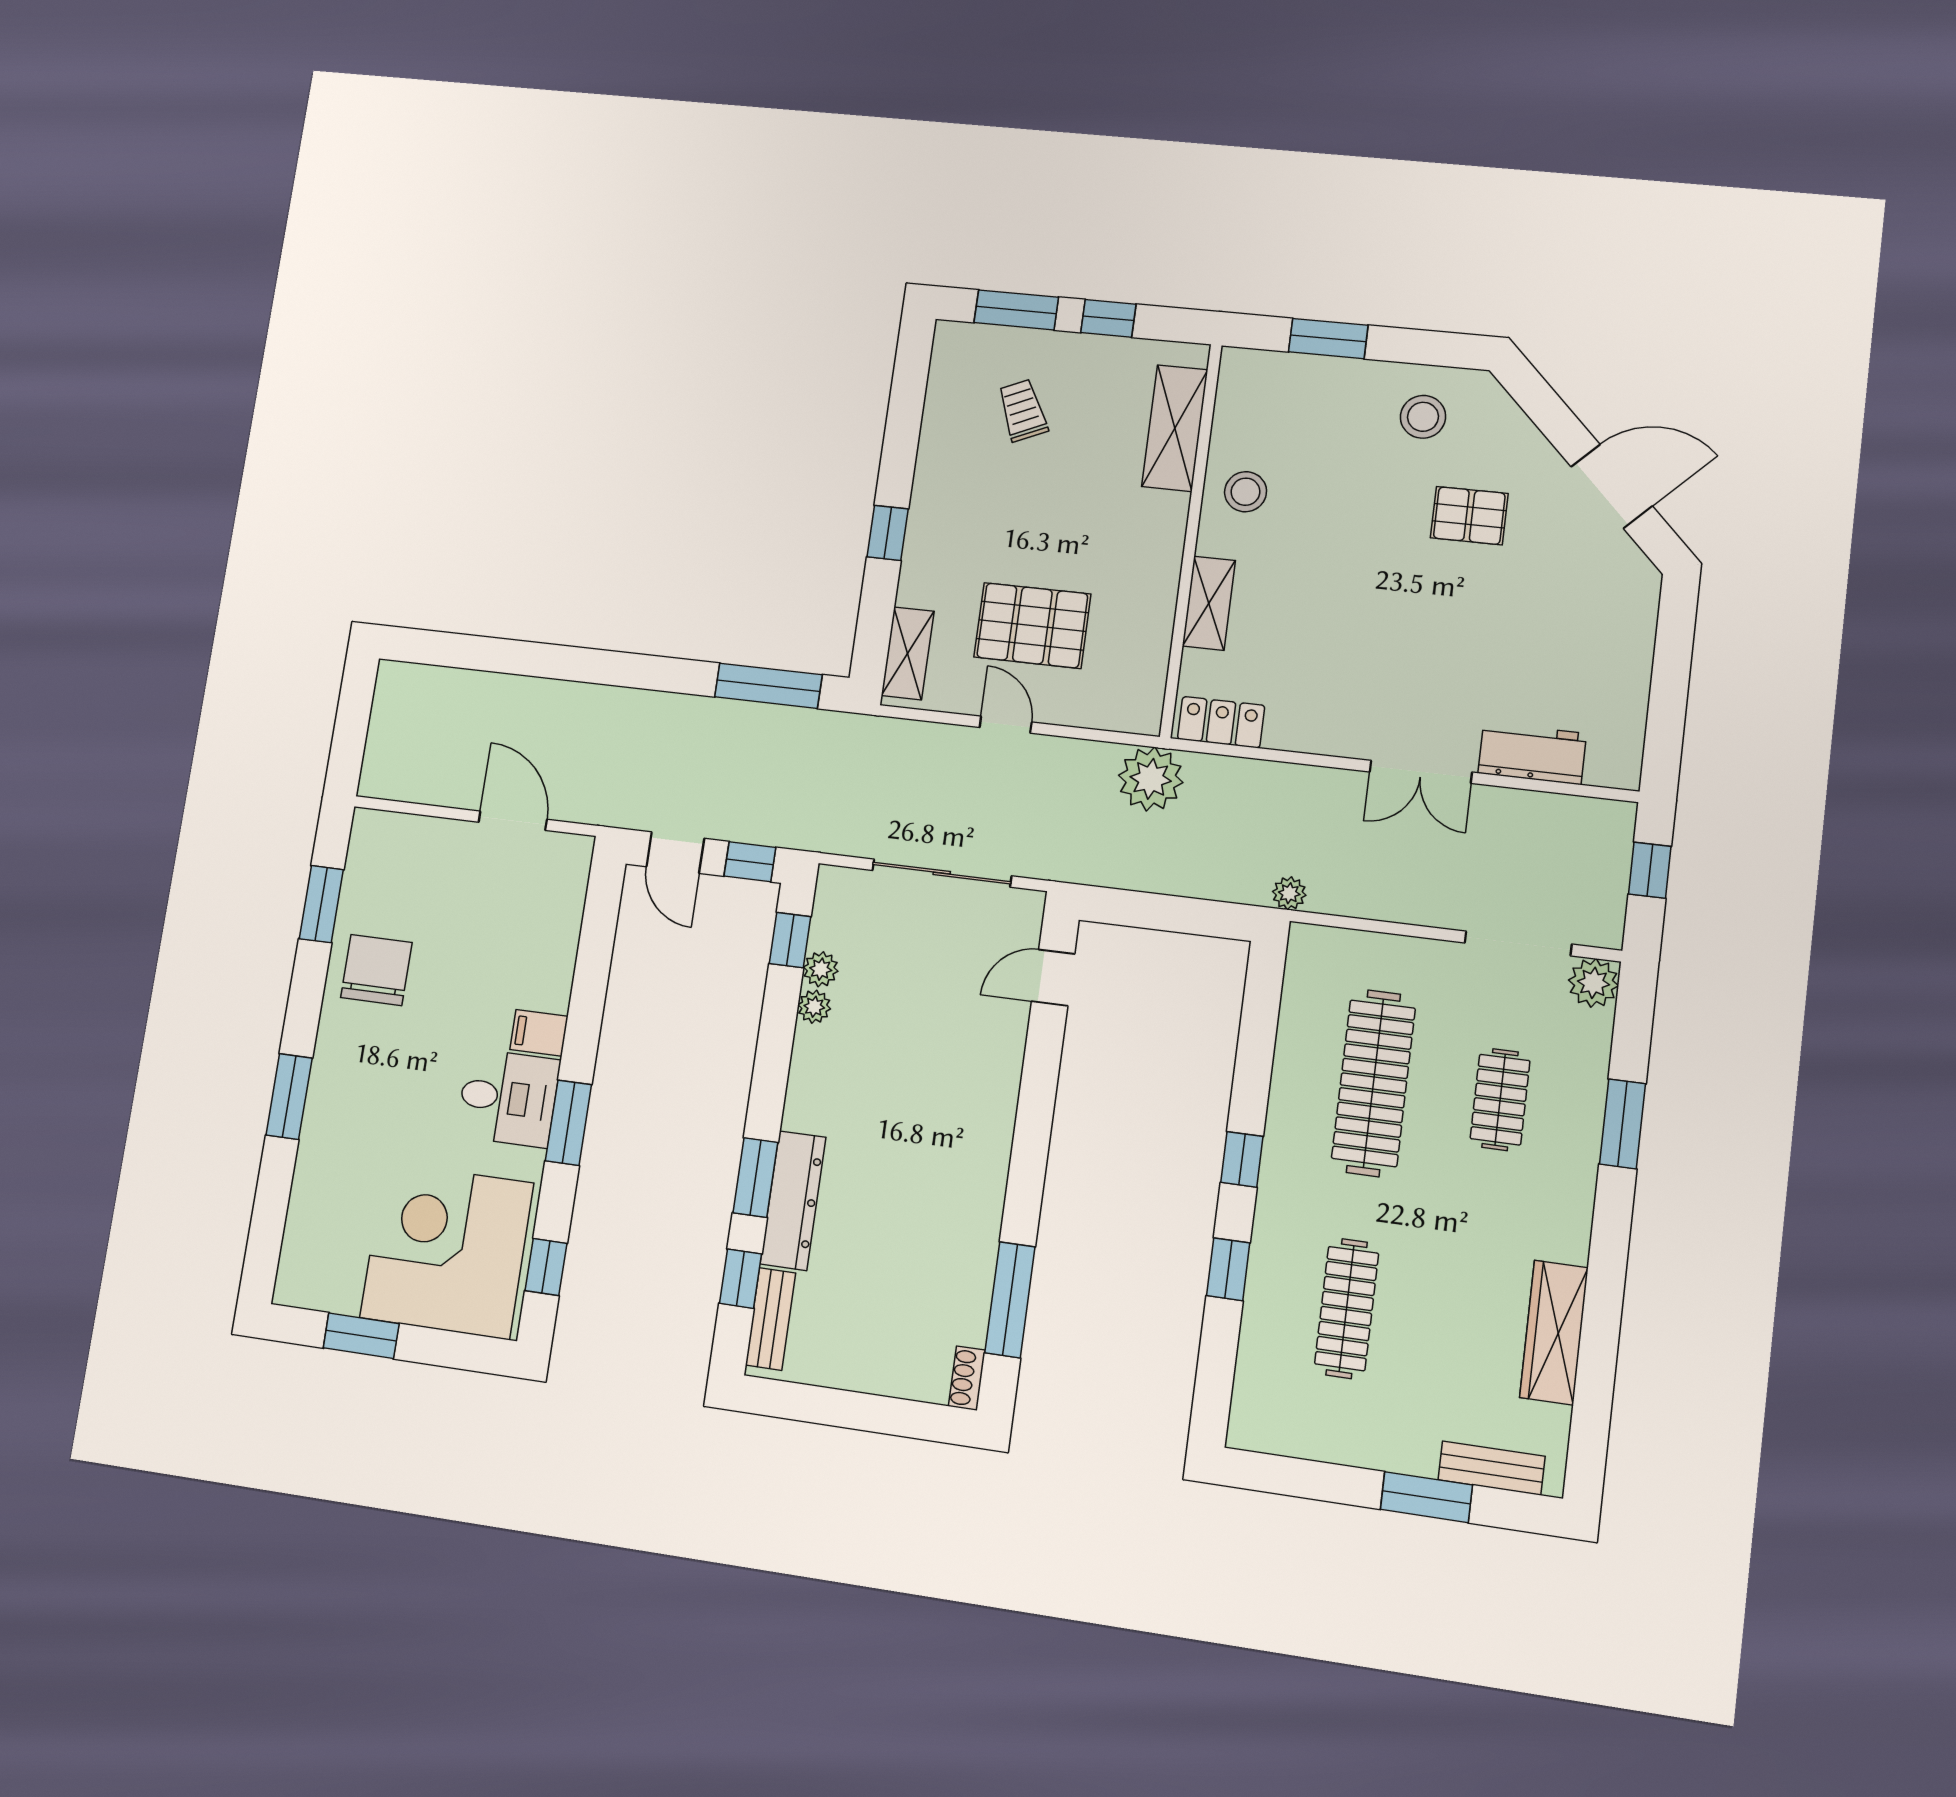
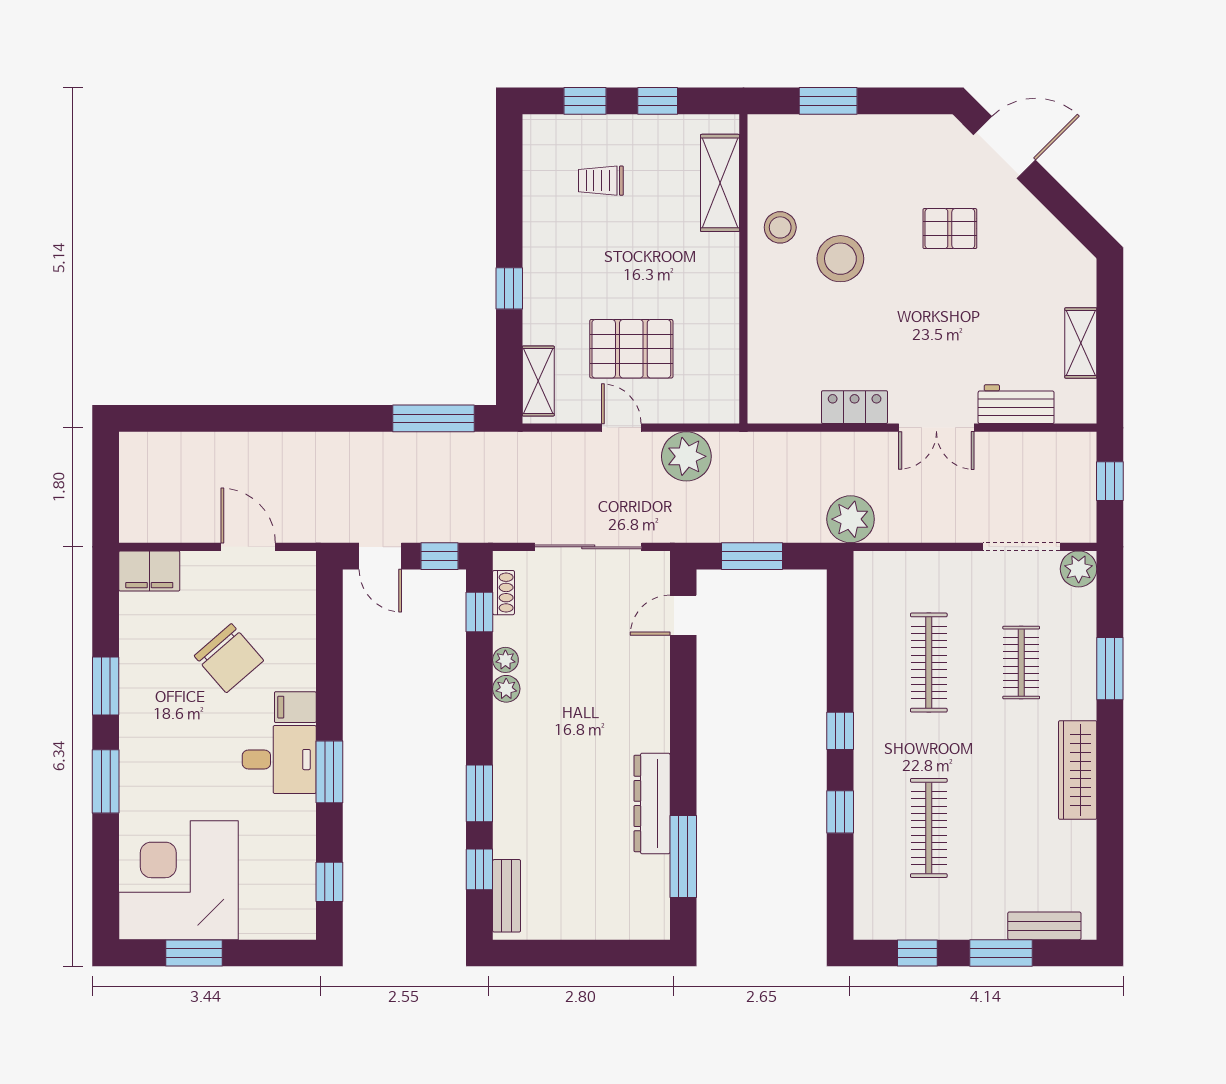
window: (1016, 310) -> (585, 101), width x0.67
trolley: (1023, 410) -> (601, 181), turned -66
stool: (1423, 417) -> (840, 259), moved, width x1.38, depth x1.38
door: (1612, 486) -> (1004, 147), moved
shelving: (1209, 603) -> (1081, 343), moved
locker: (1221, 722) -> (855, 407), moved
plant: (1151, 779) -> (686, 456), moved
filing cabinet: (387, 836) -> (149, 571), added
plant: (1289, 893) -> (851, 519), width x1.88, depth x1.88
window: (321, 904) -> (106, 686), moved
window: (1154, 911) -> (752, 556), added
plant: (821, 969) -> (506, 689), moved
chair: (376, 970) -> (229, 658), moved, turned 139
clothes rail: (1373, 1083) -> (929, 663), width x0.73, depth x0.76
dresser: (793, 1201) -> (652, 803), moved, turned 180
corner desk: (447, 1250) -> (179, 880), moved
wardrobe: (1554, 1332) -> (1078, 770), moved
shoe rack: (967, 1378) -> (504, 593), moved, turned 180
window: (1310, 1480) -> (917, 953), added

